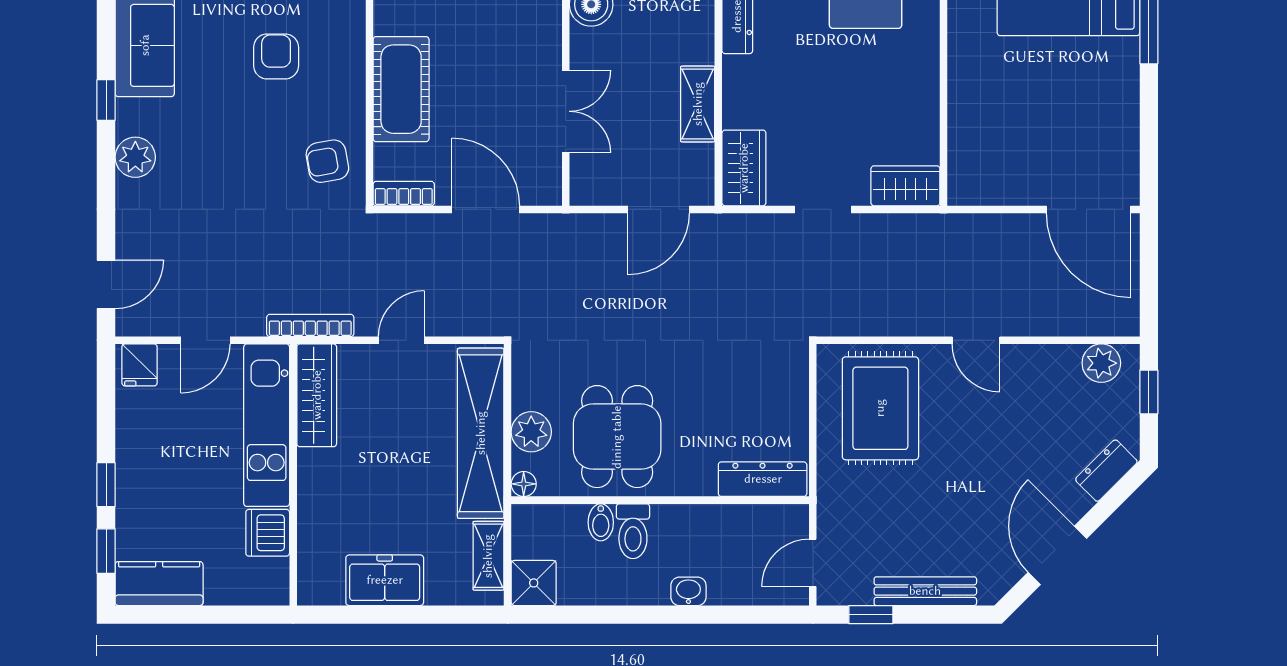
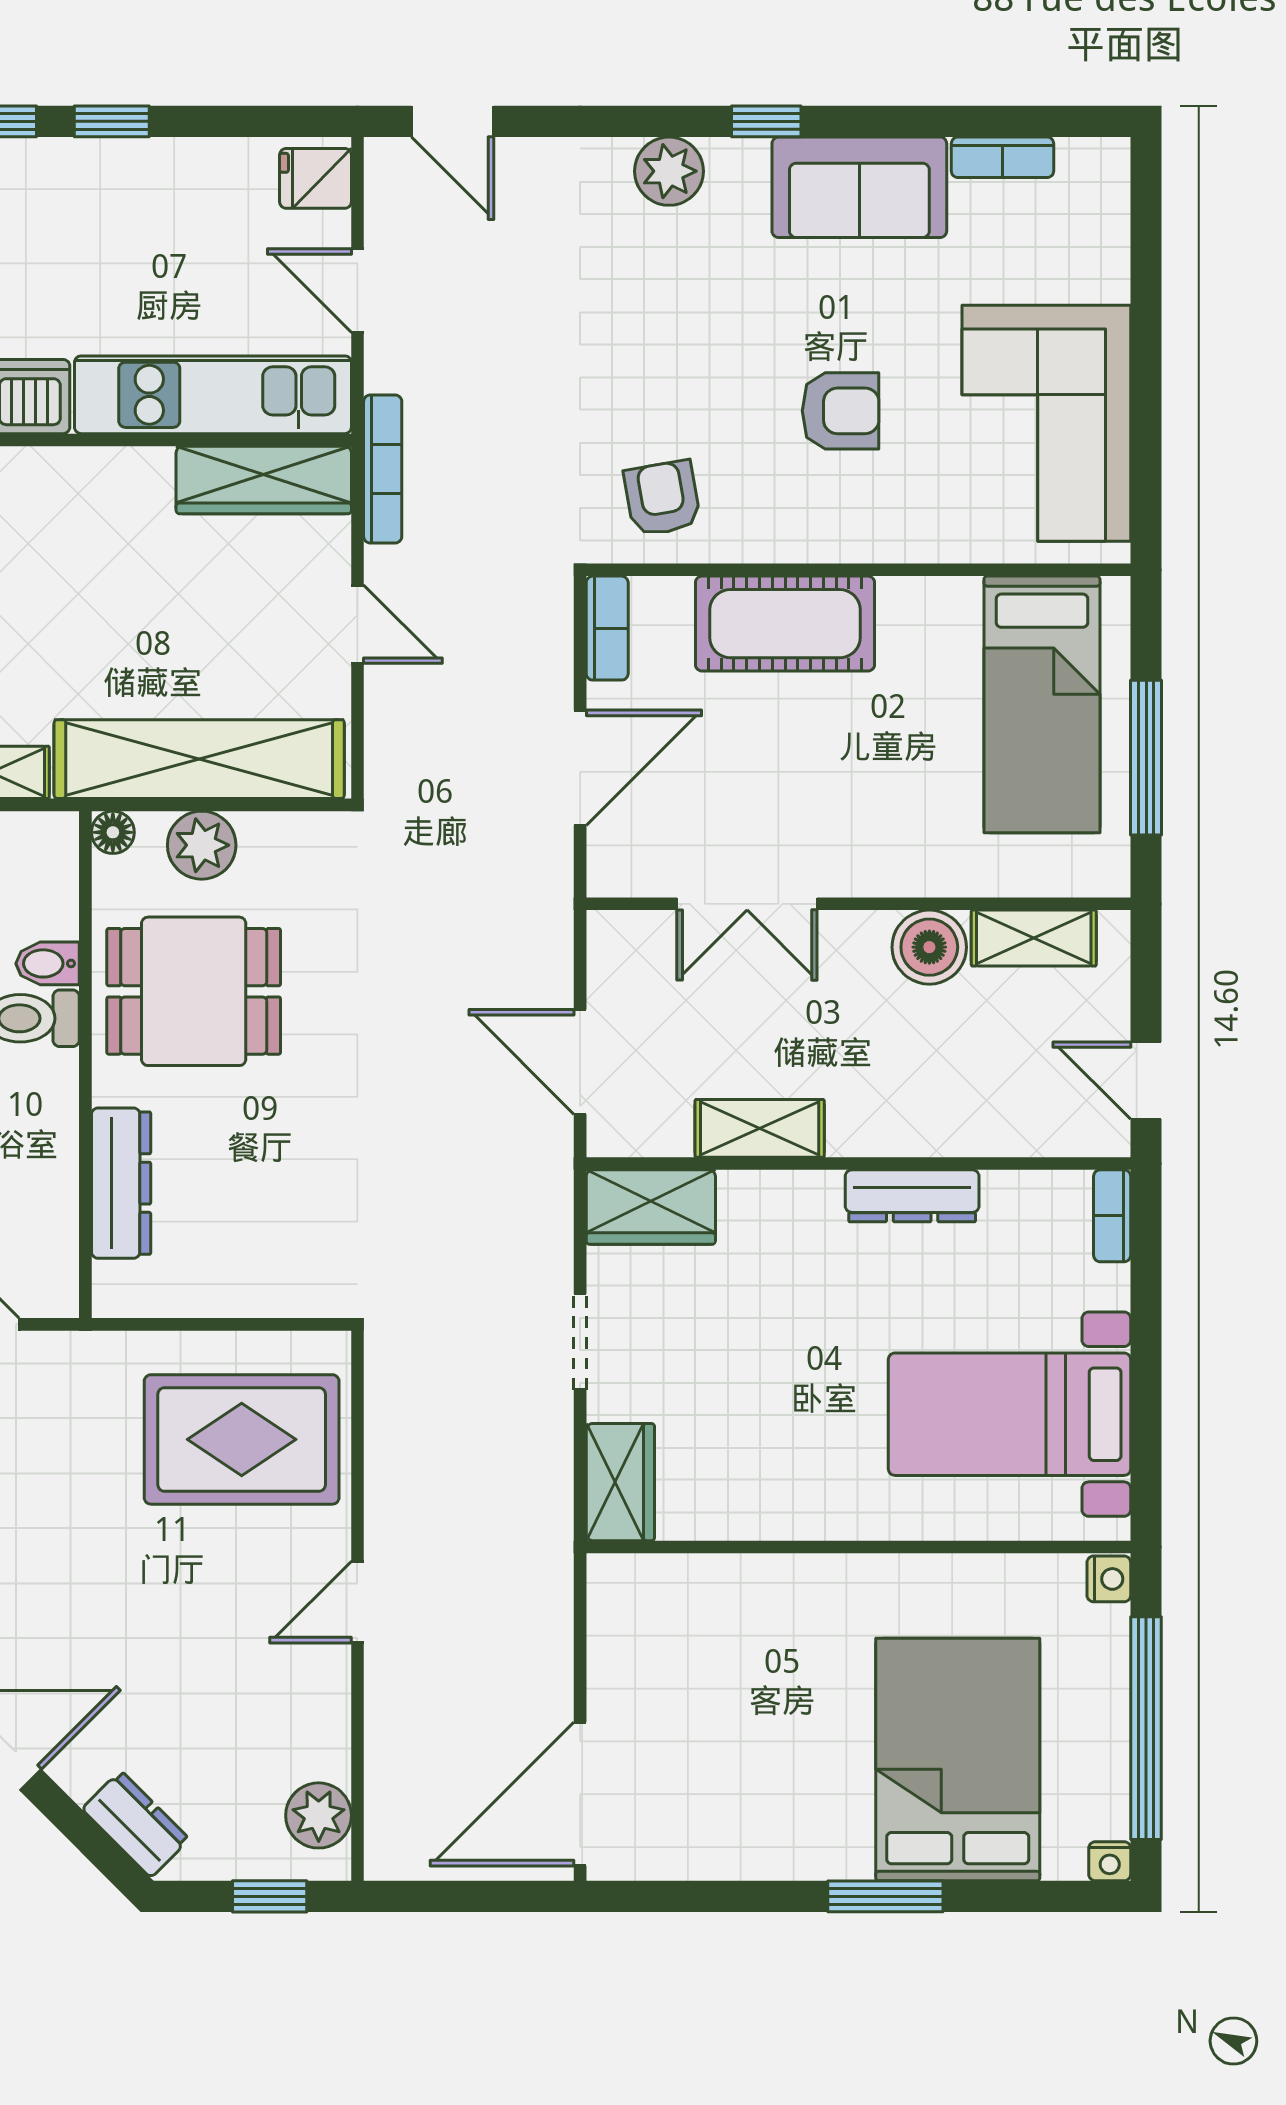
dresser: (763, 479) -> (121, 1183), moved

